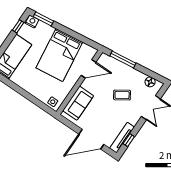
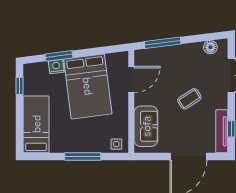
window: (43, 19) -> (59, 56), moved
nightstand: (32, 22) -> (56, 67), moved
window: (27, 95) -> (83, 157), added
coffee table: (122, 95) -> (189, 99), moved

